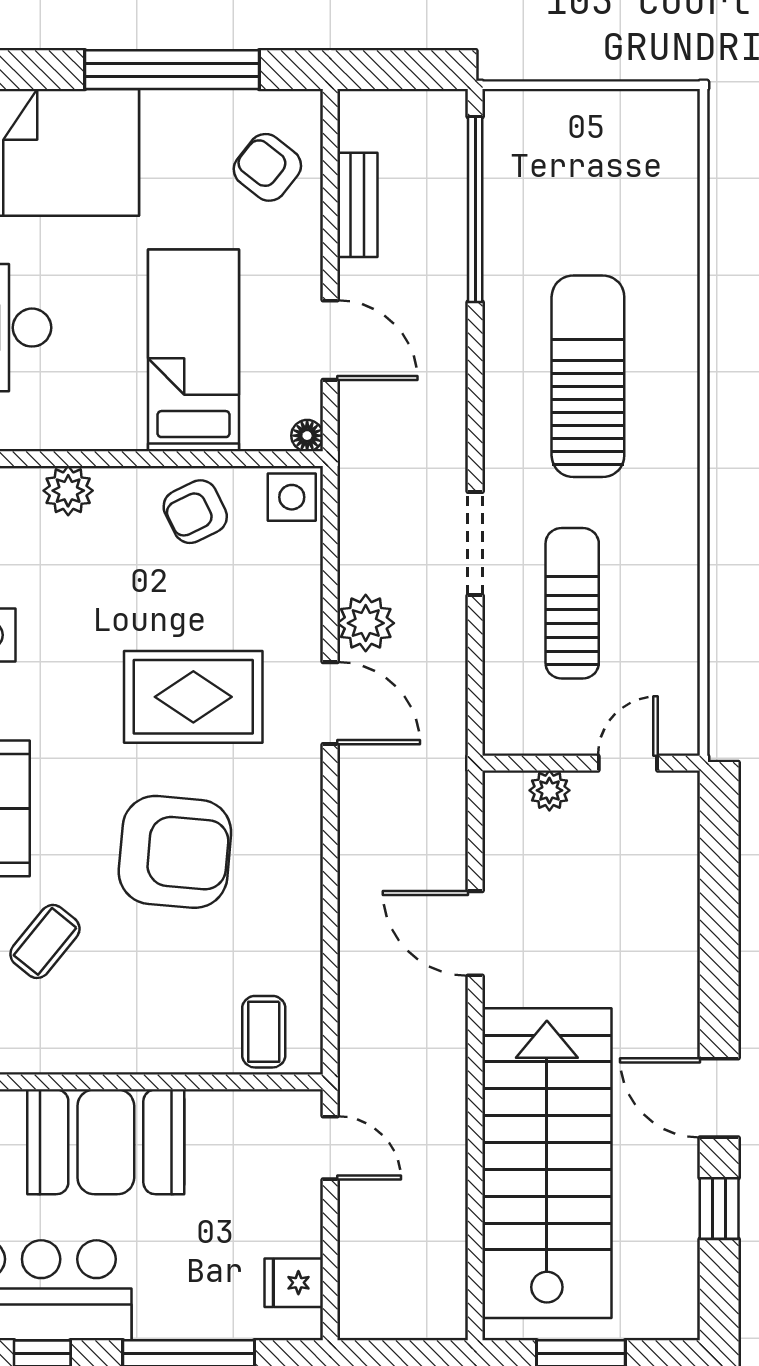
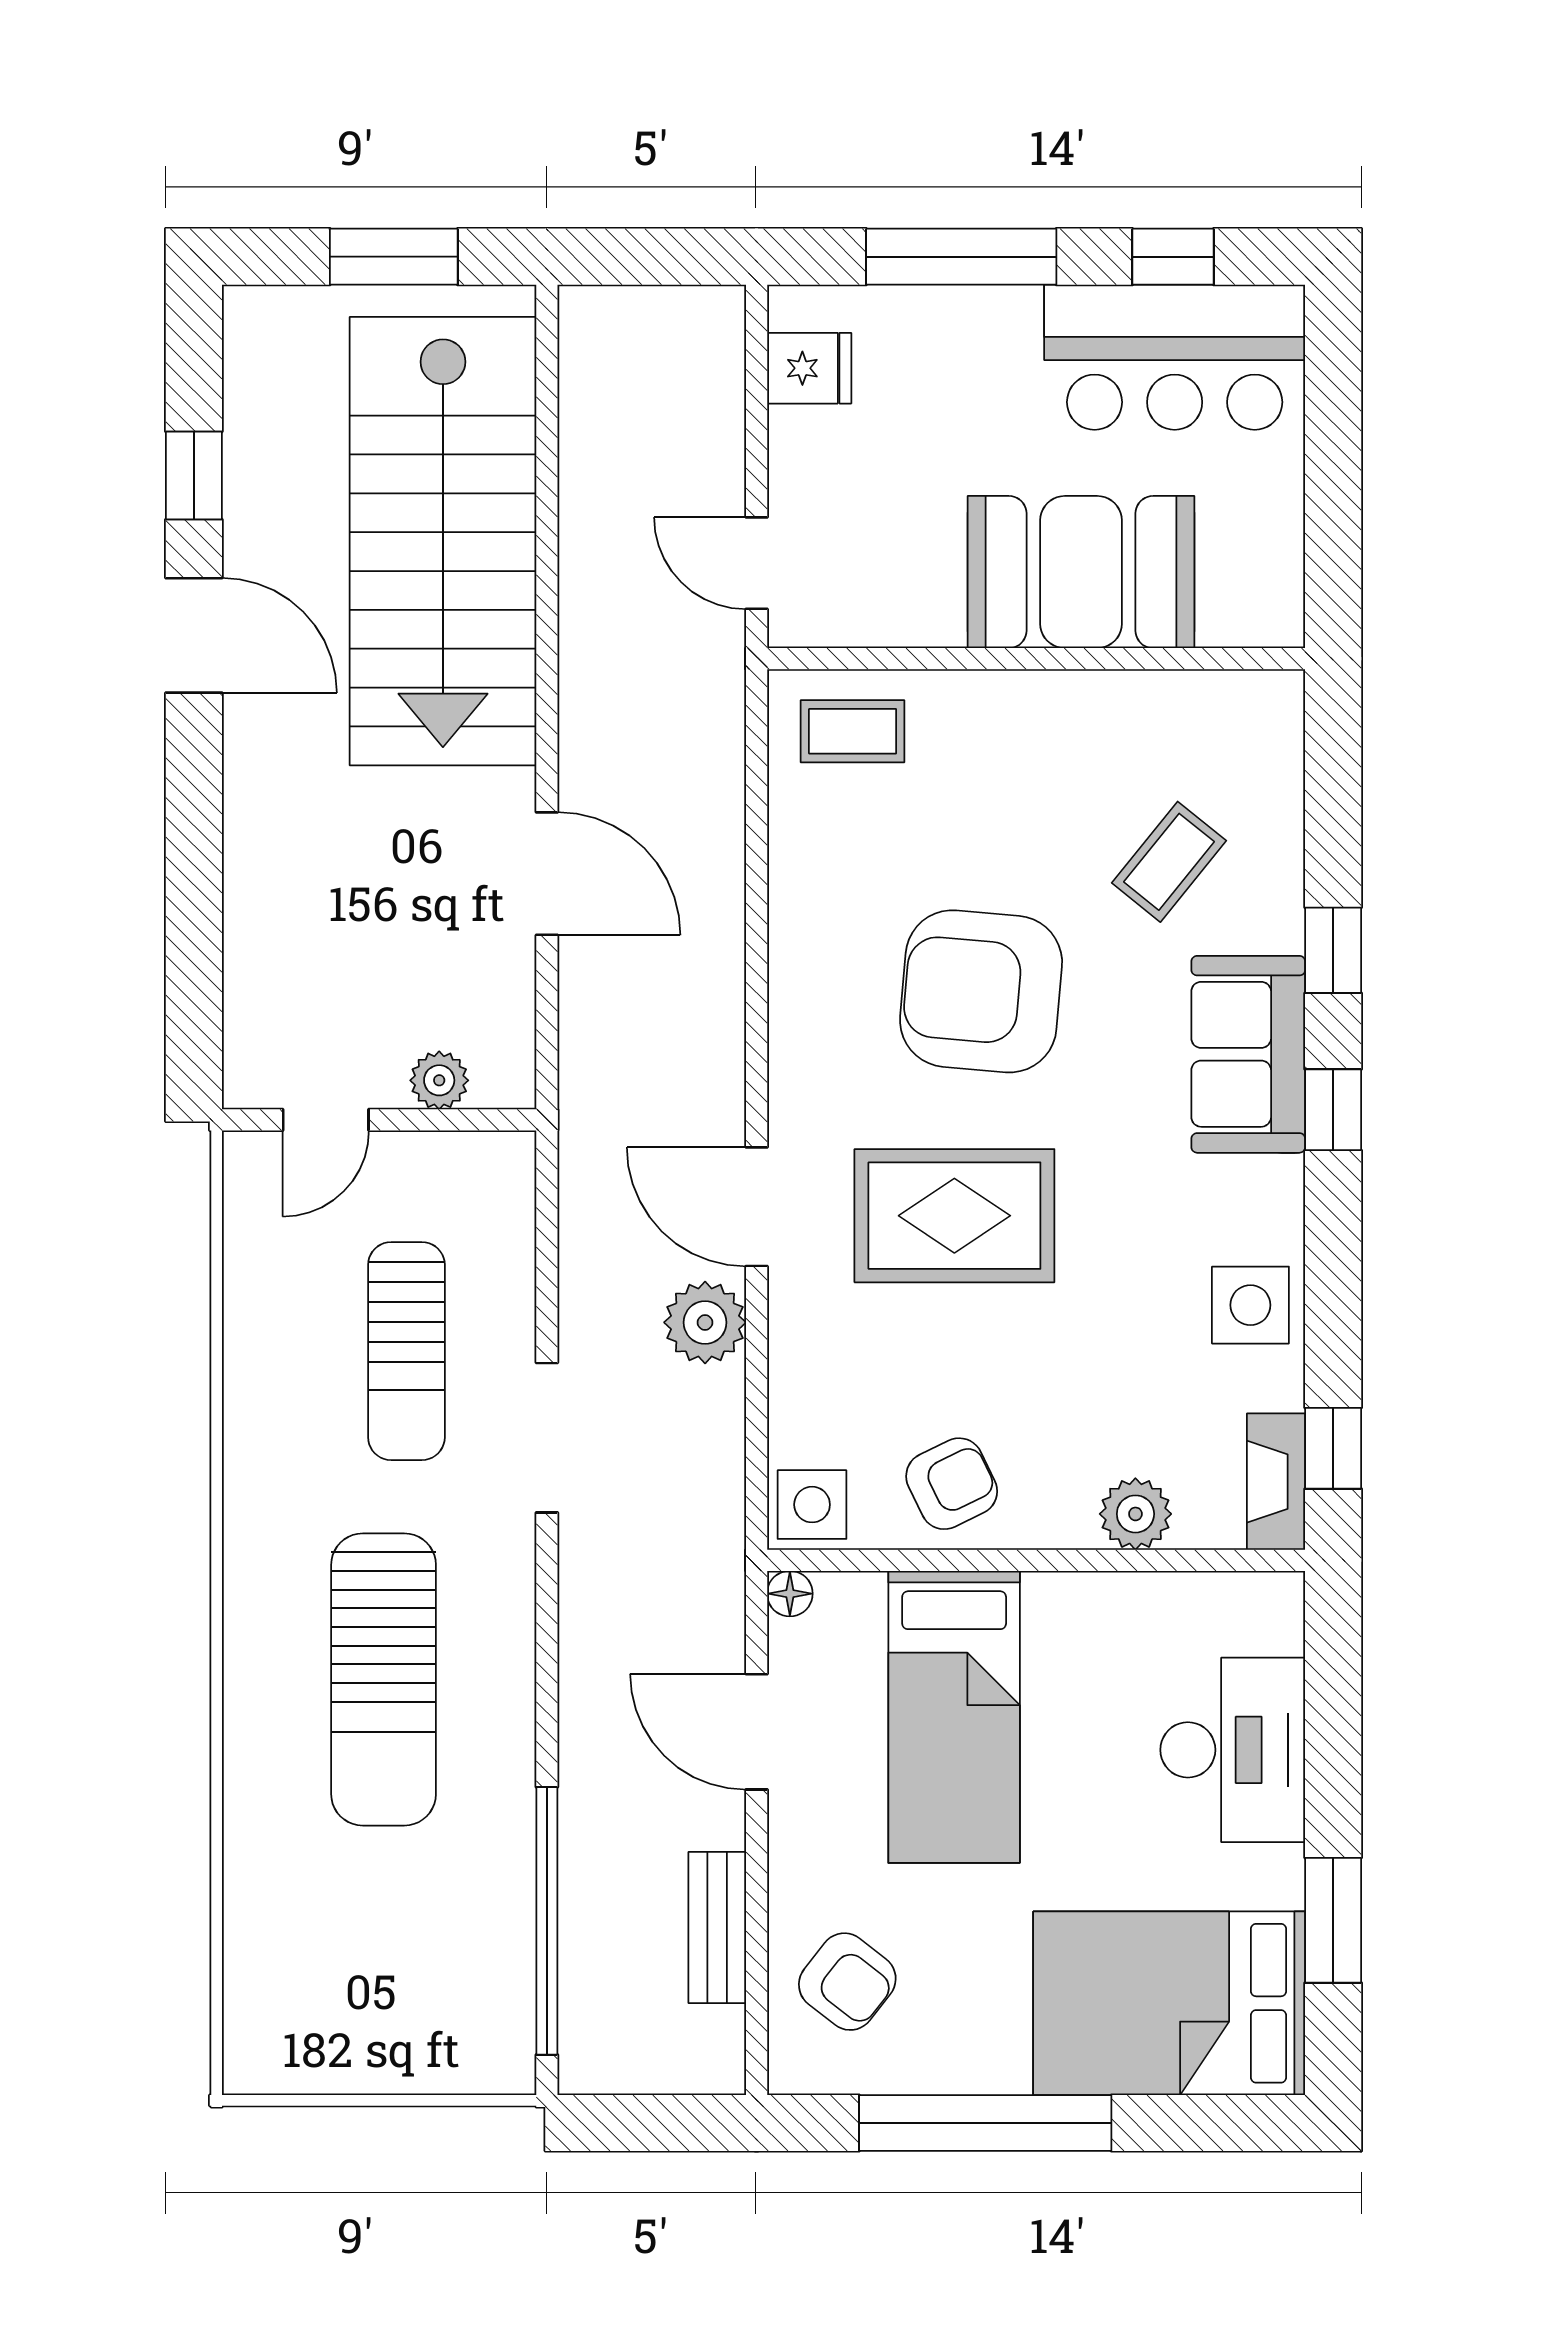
coffee table: (264, 1032) -> (853, 731), turned 90

